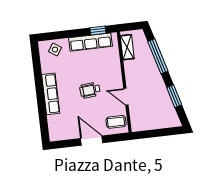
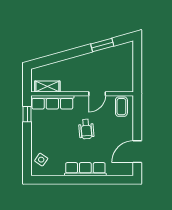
row of seats: (91, 42) -> (52, 102), moved, turned 90
window: (158, 56) -> (60, 57), removed
door: (92, 141) -> (137, 152), moved

